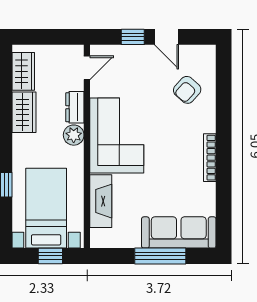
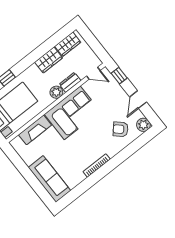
window: (133, 37) -> (119, 76), moved
plant: (205, 56) -> (143, 125), added
window: (160, 256) -> (31, 179), removed

